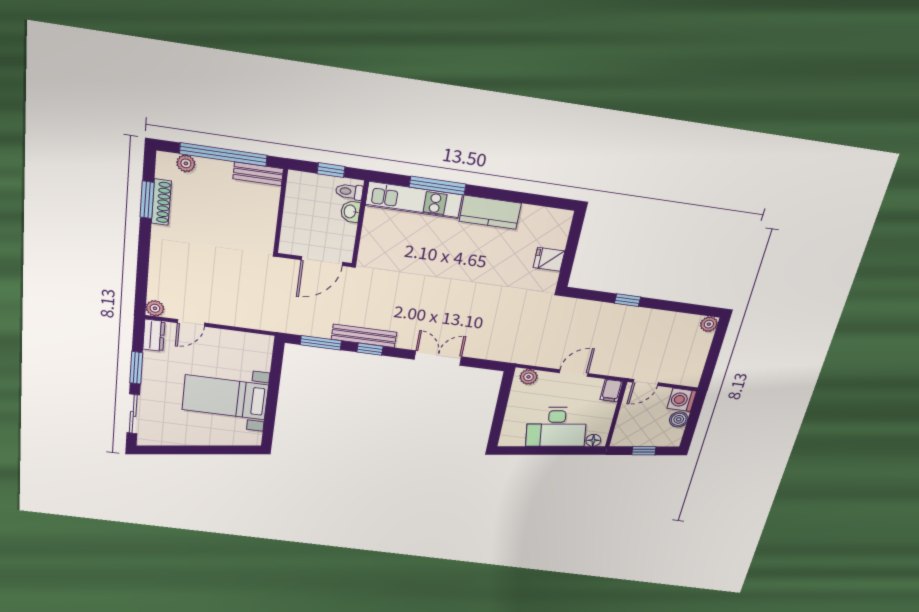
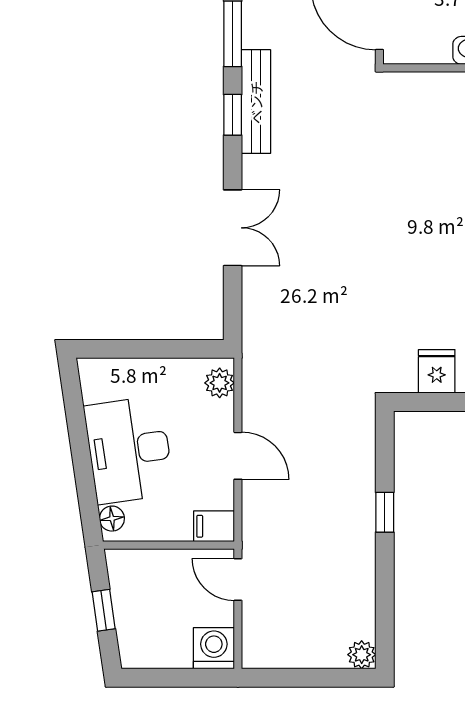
boiler: (679, 419) -> (175, 653), removed

